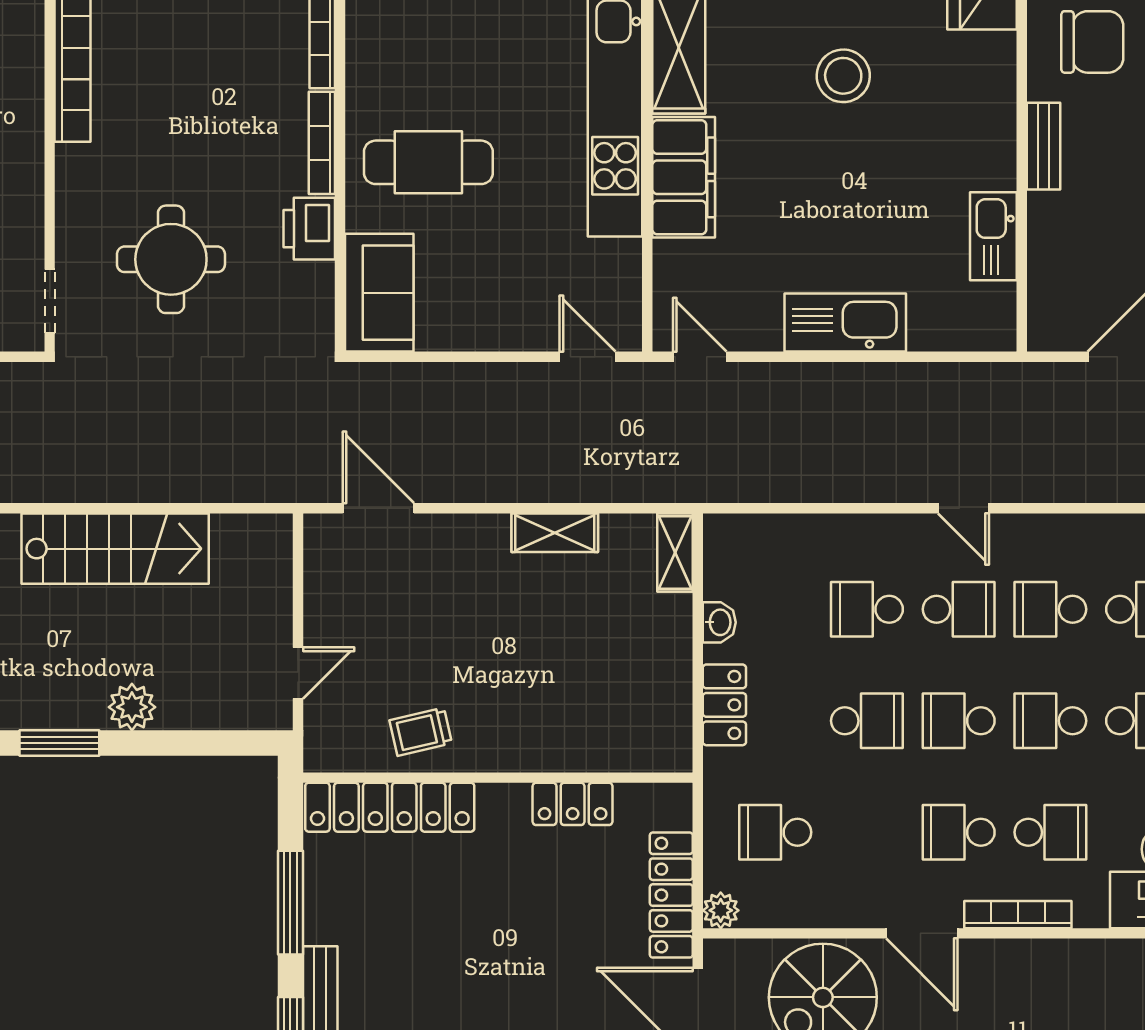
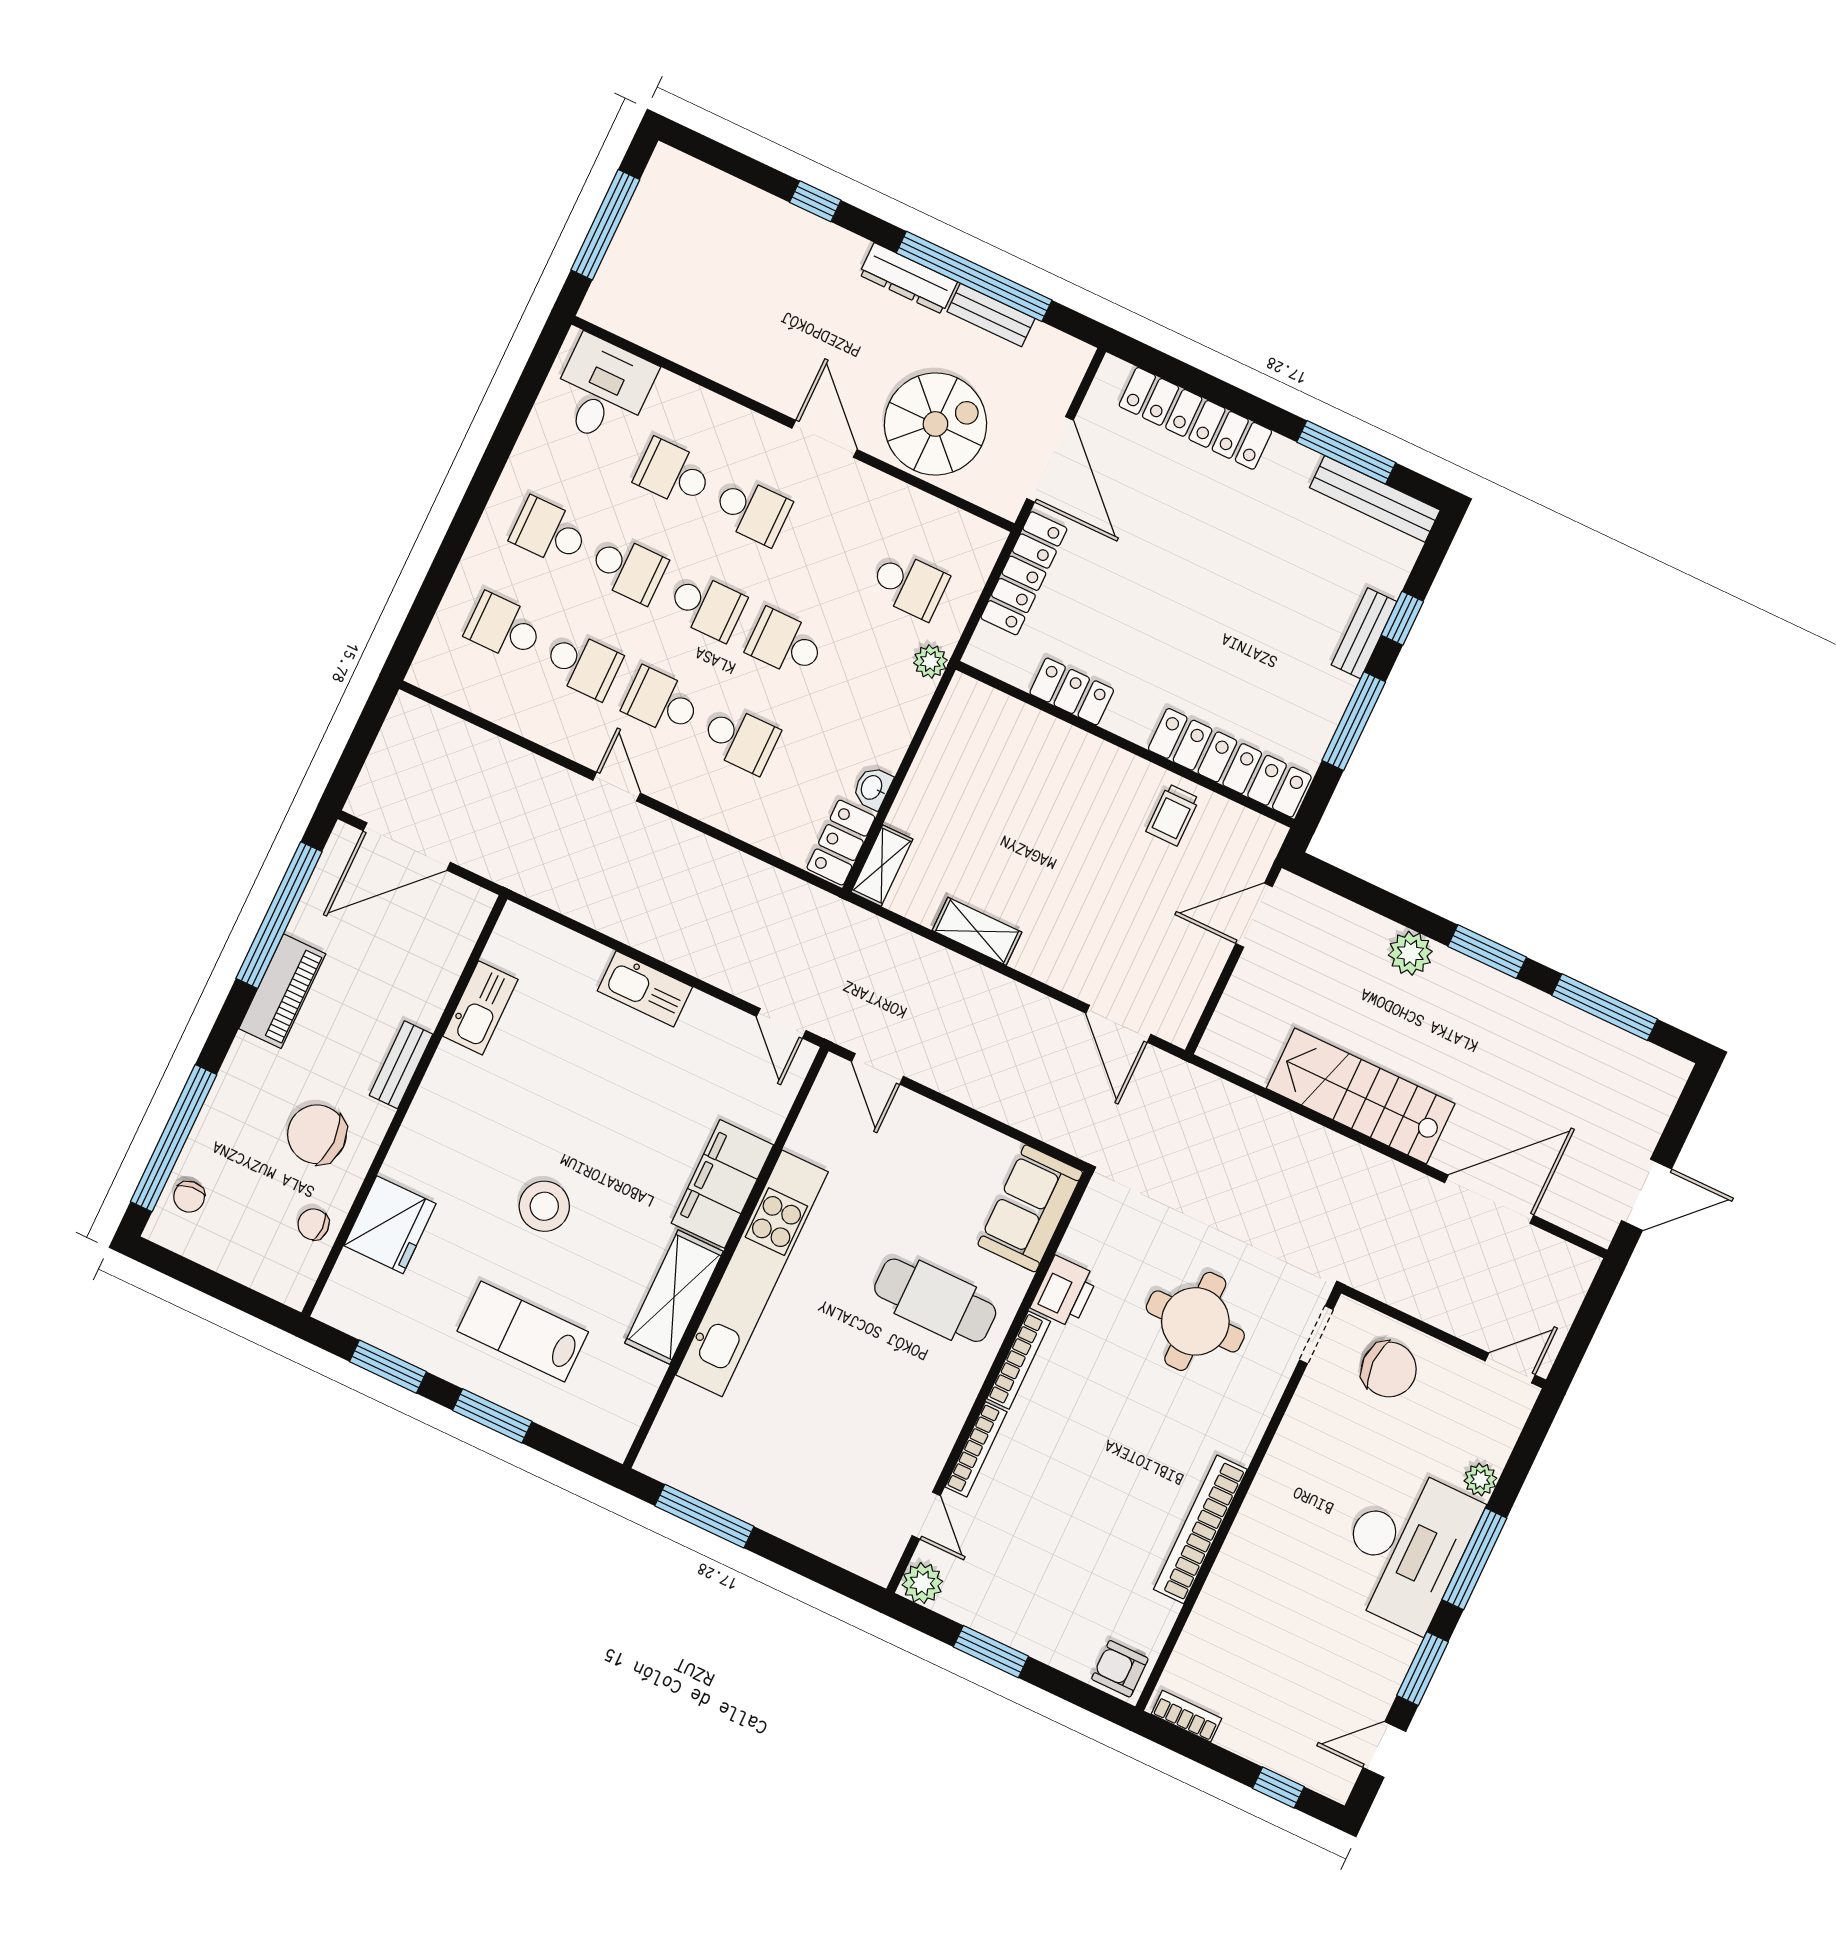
kitchen sink: (845, 323) -> (645, 989), width x0.73, depth x0.81
door: (298, 673) -> (1254, 915), width x1.38
locker: (724, 705) -> (841, 843), moved
trolley: (421, 732) -> (1173, 815), turned 103
plant: (721, 910) -> (930, 661), moved
bookcase: (1018, 915) -> (735, 416), removed

